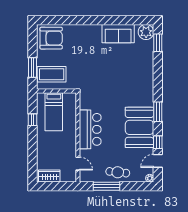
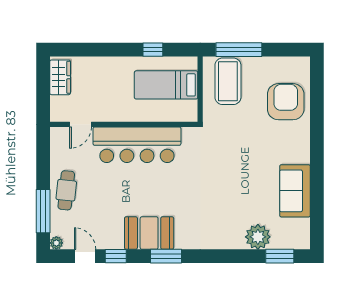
plant: (146, 32) -> (258, 237), moved
armchair: (51, 38) -> (286, 102), moved, turned 180
window: (32, 68) -> (239, 50), width x1.44
booth: (139, 127) -> (149, 233), width x0.73, depth x0.70
bar counter: (90, 129) -> (137, 145), width x1.36
window: (106, 186) -> (43, 211), moved

